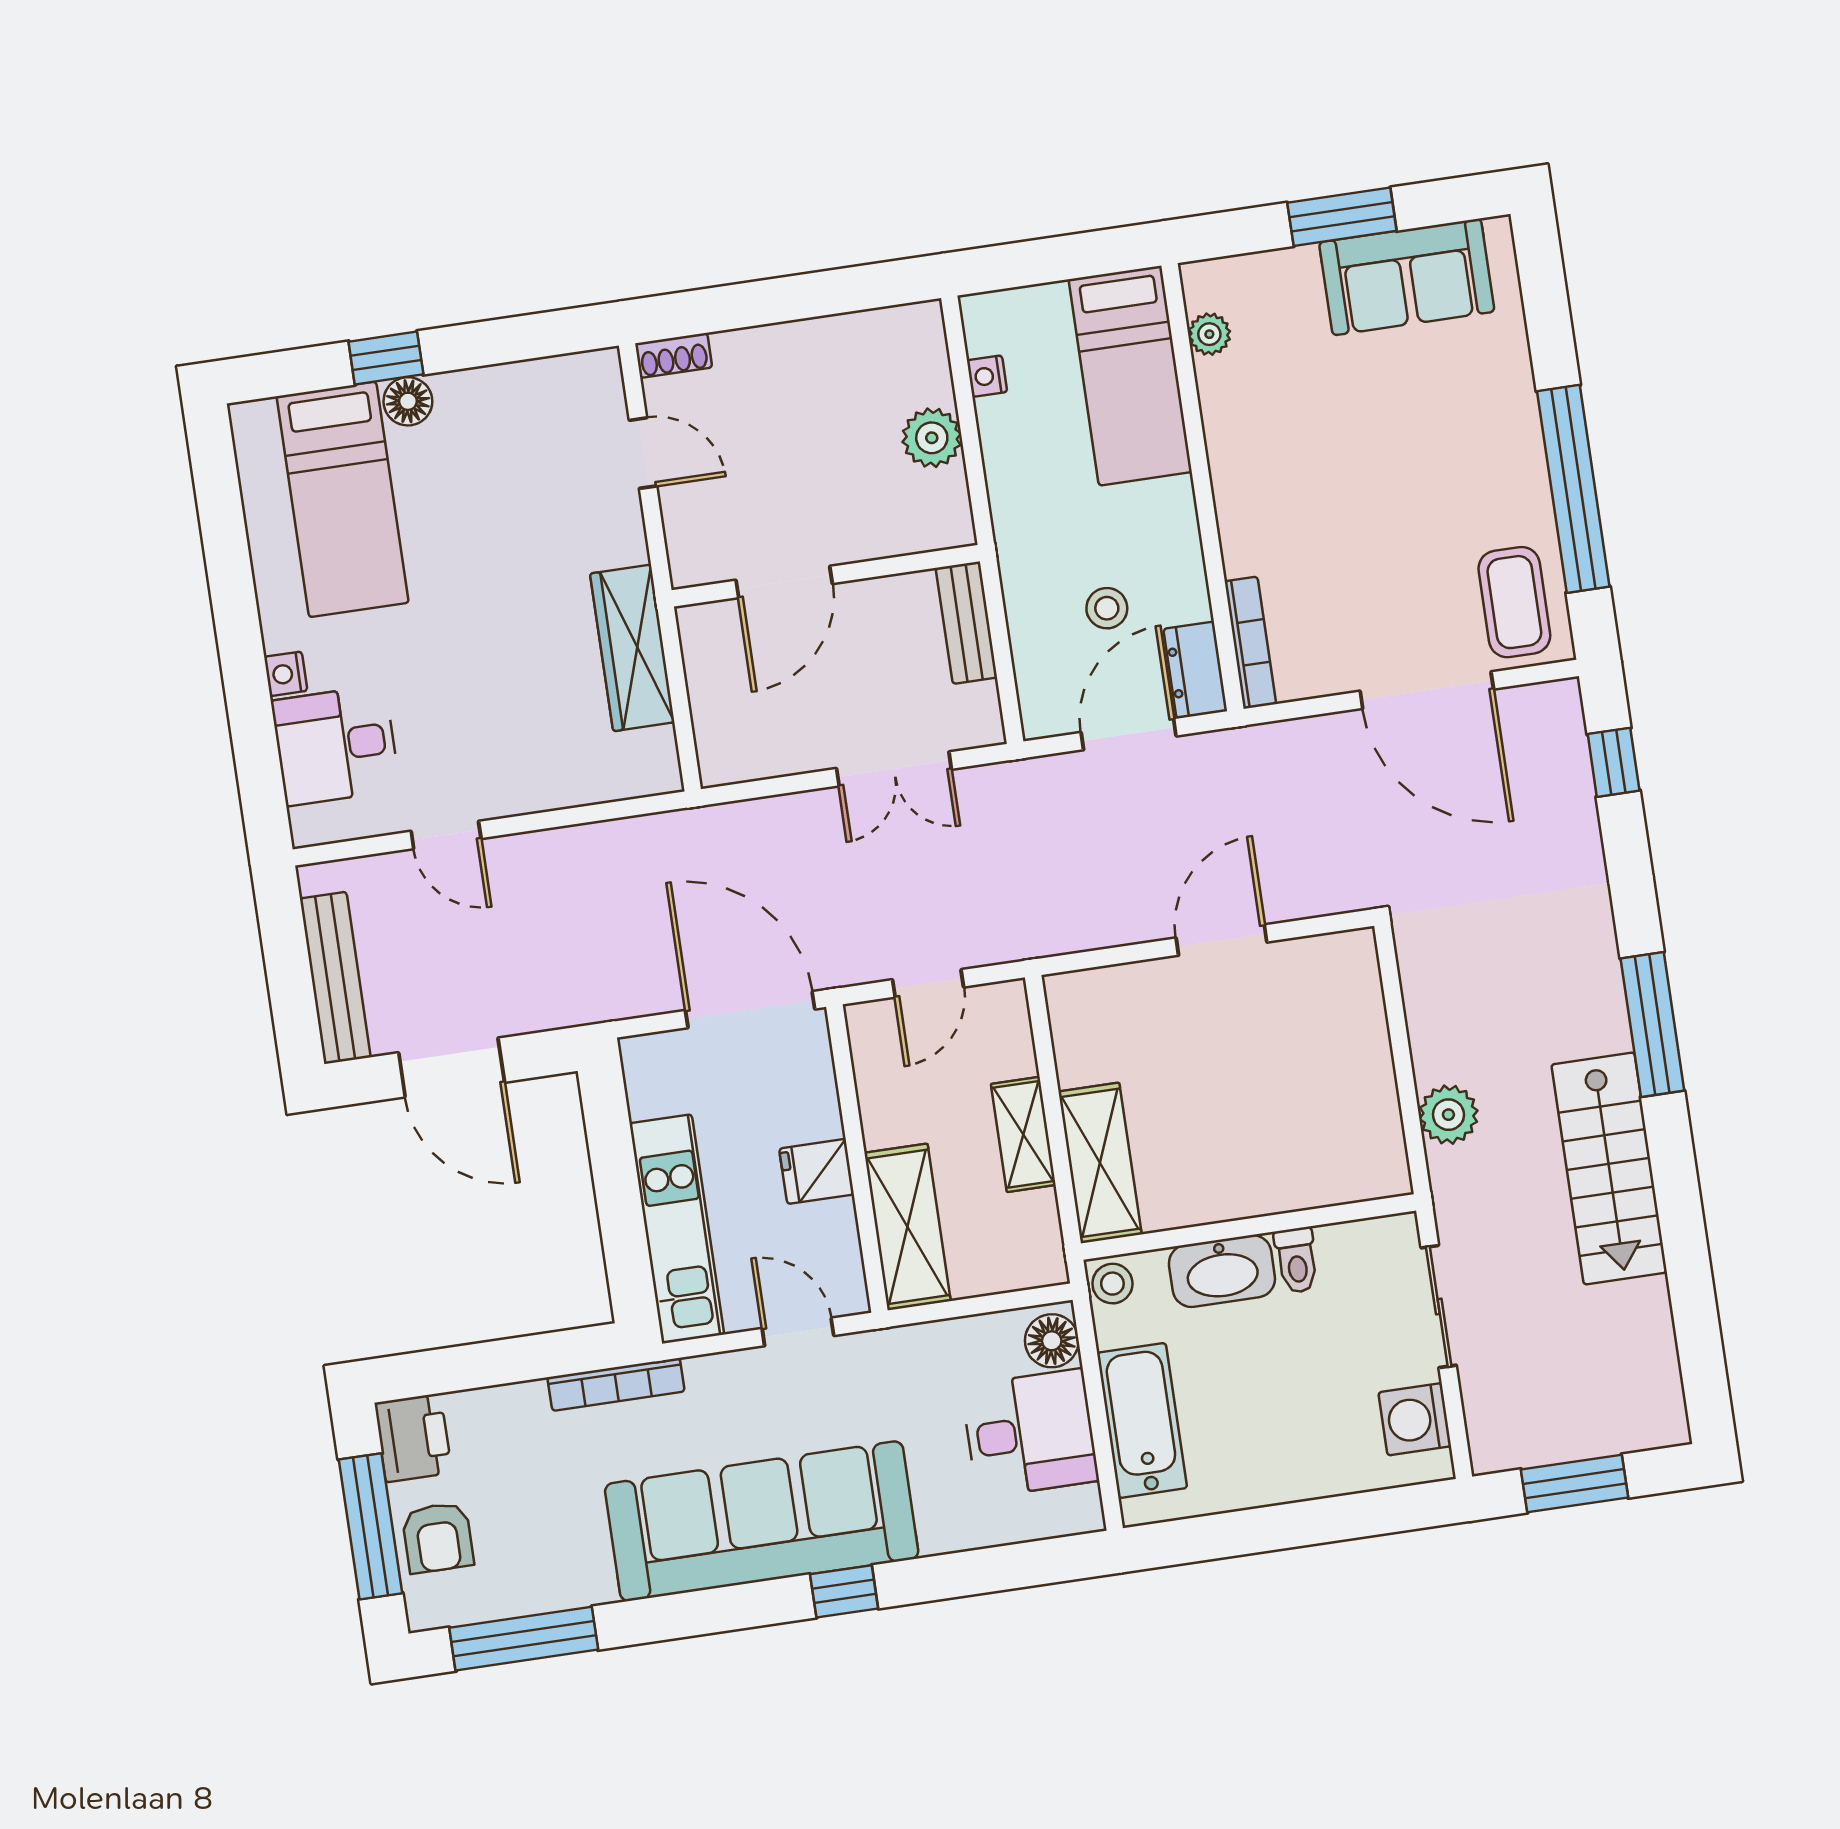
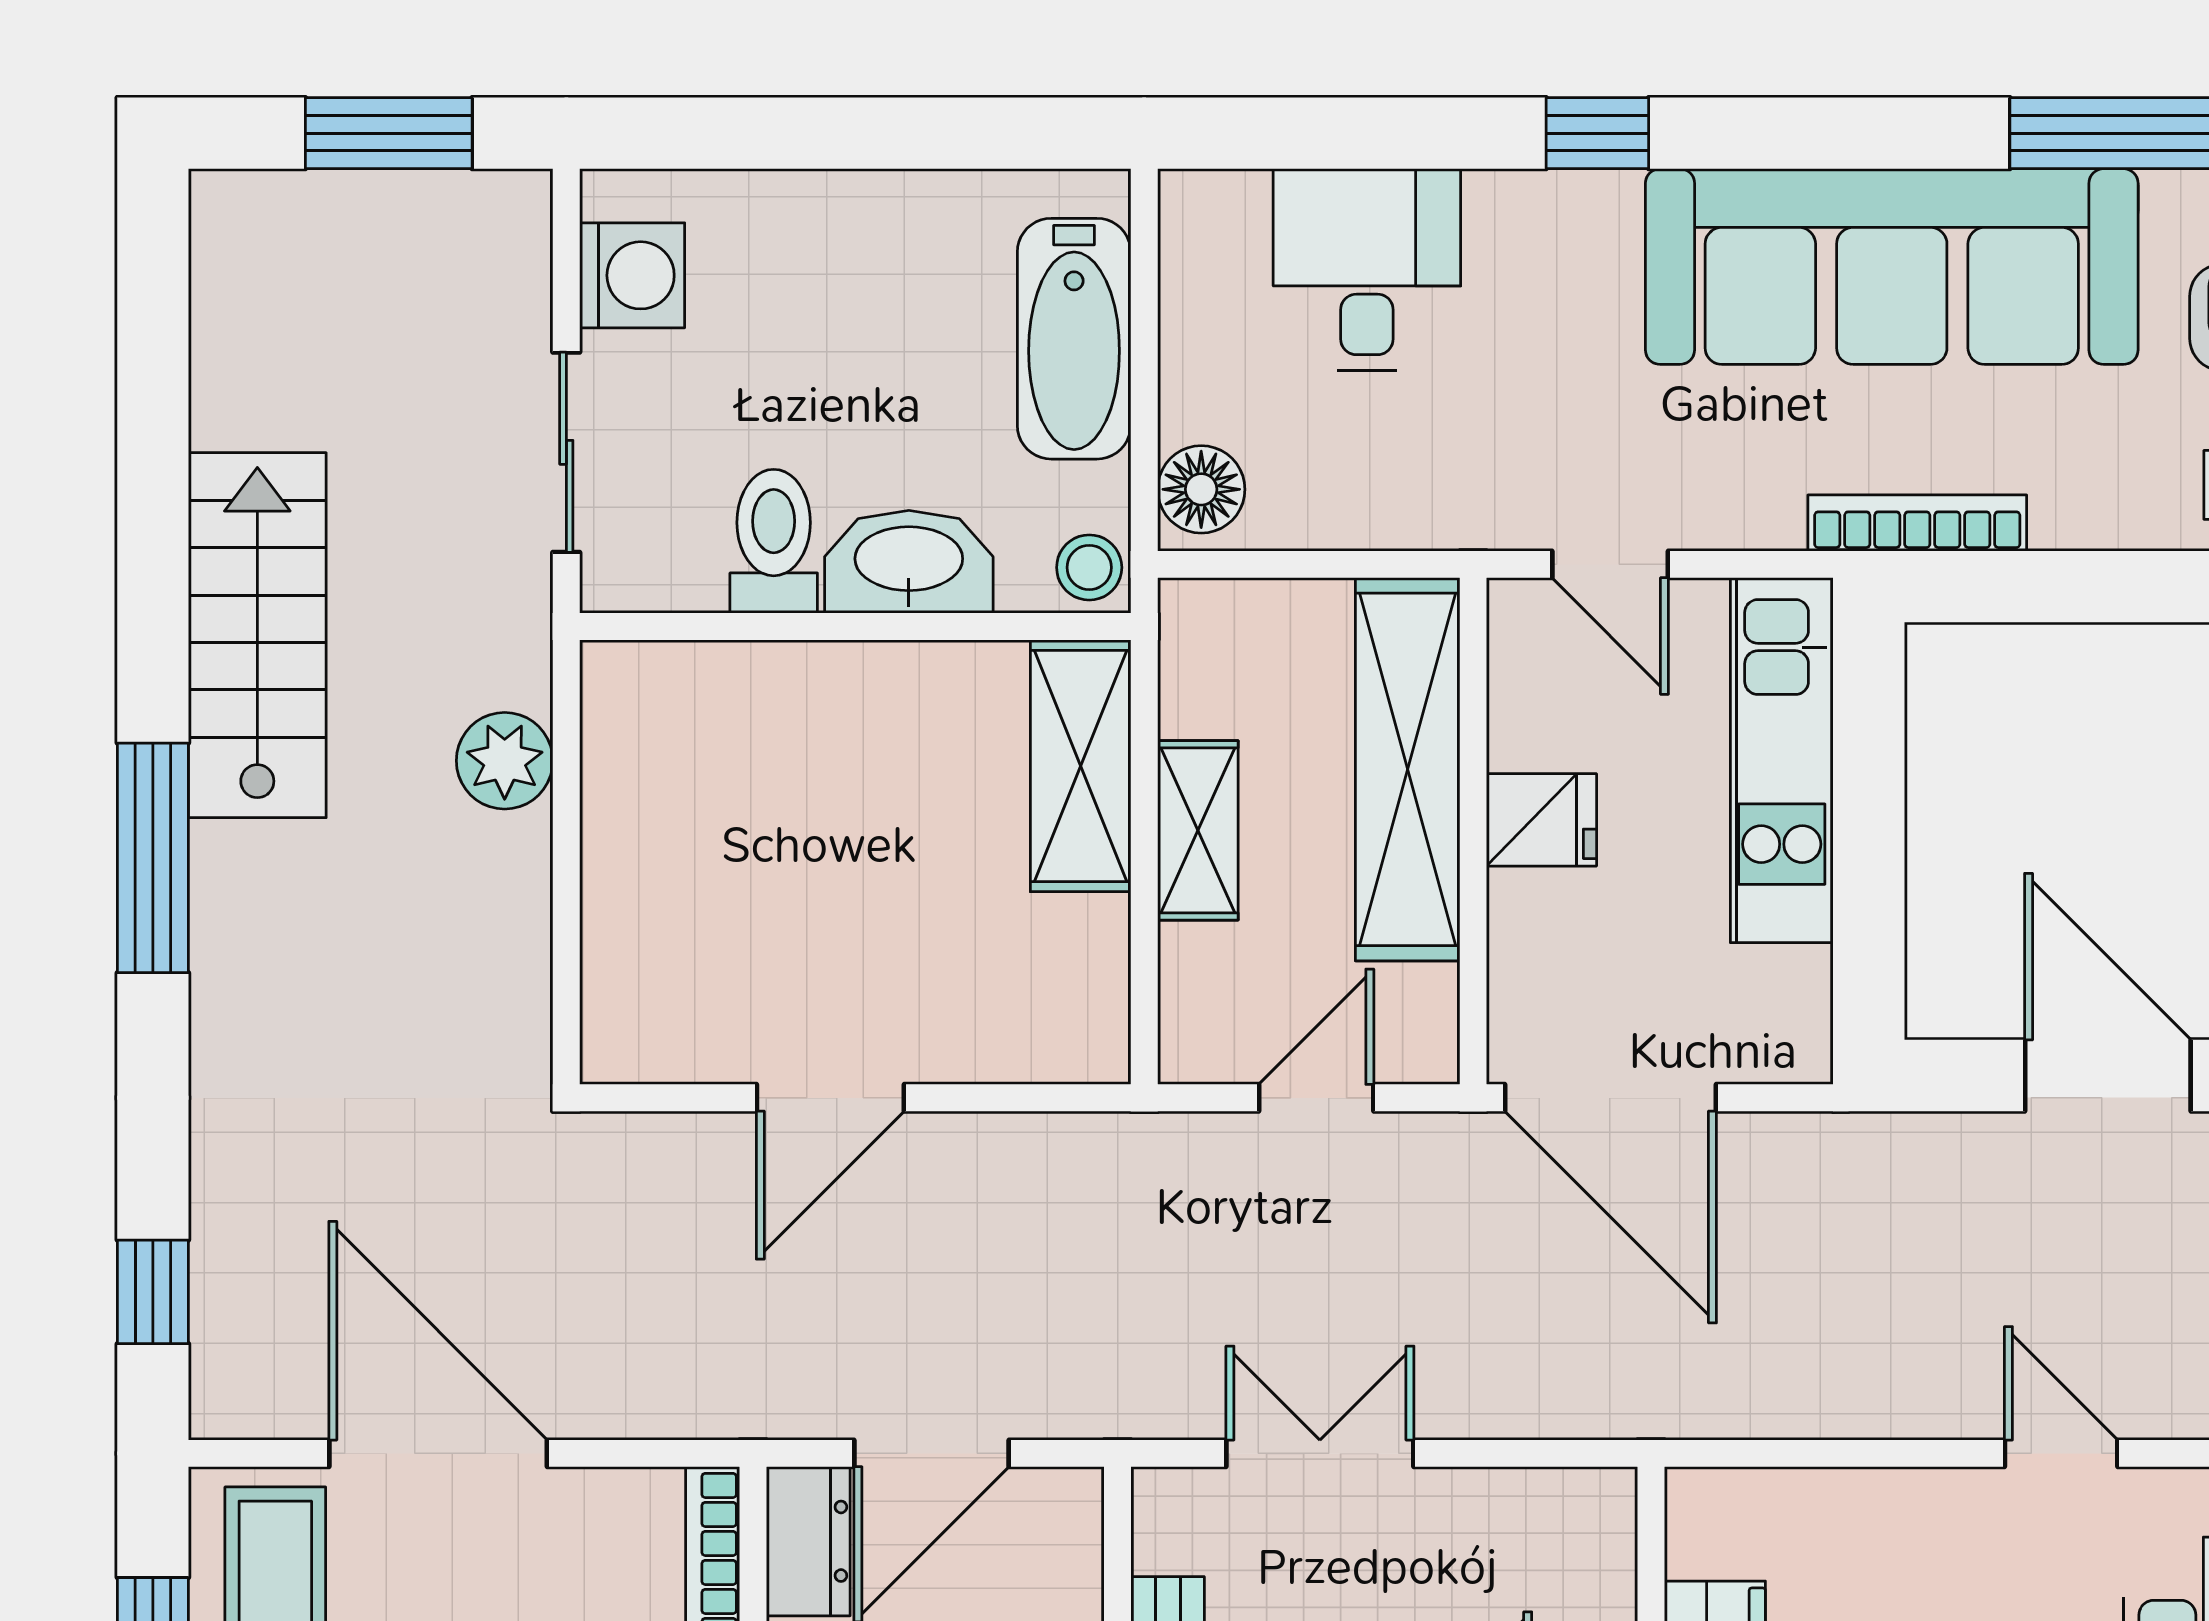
shelving: (908, 1227) -> (1408, 769), width x1.47
toilet: (1297, 1260) -> (774, 541), width x1.37, depth x1.39
desk: (1030, 1433) -> (1367, 270), moved, turned 90
sofa: (762, 1521) -> (1892, 267), moved

